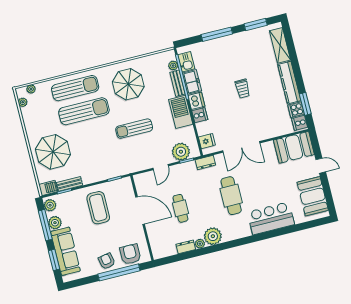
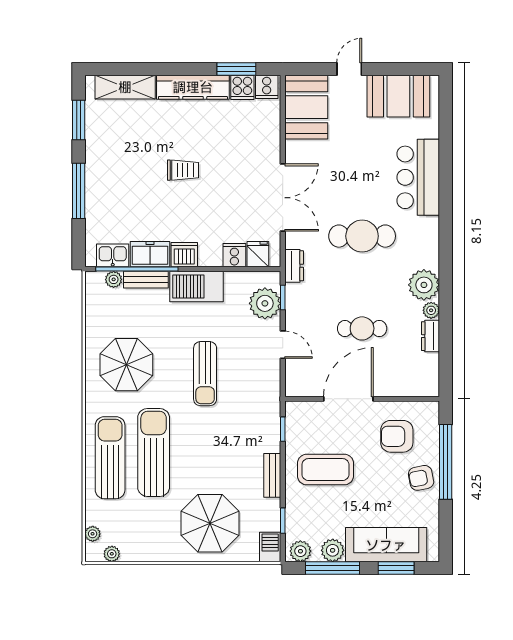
cooker: (200, 115) -> (234, 255), moved
bench: (70, 184) -> (272, 475), moved
armchair: (130, 254) -> (397, 436), moved

